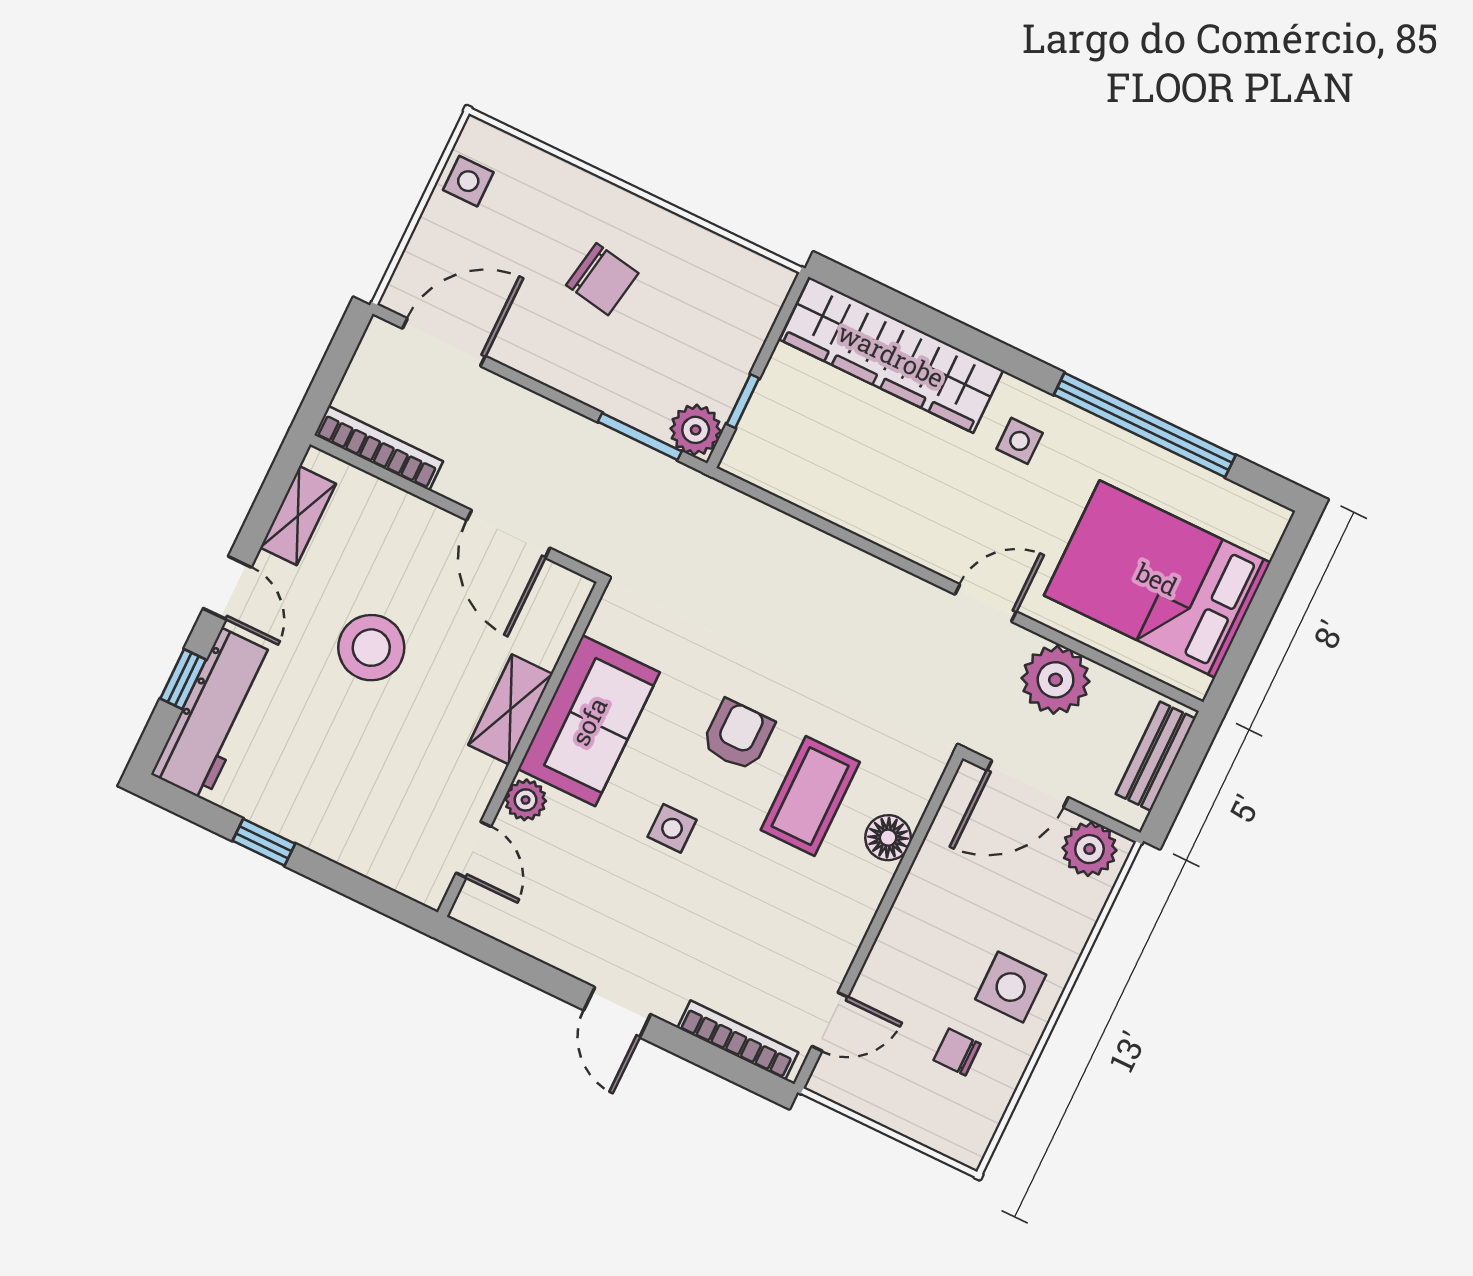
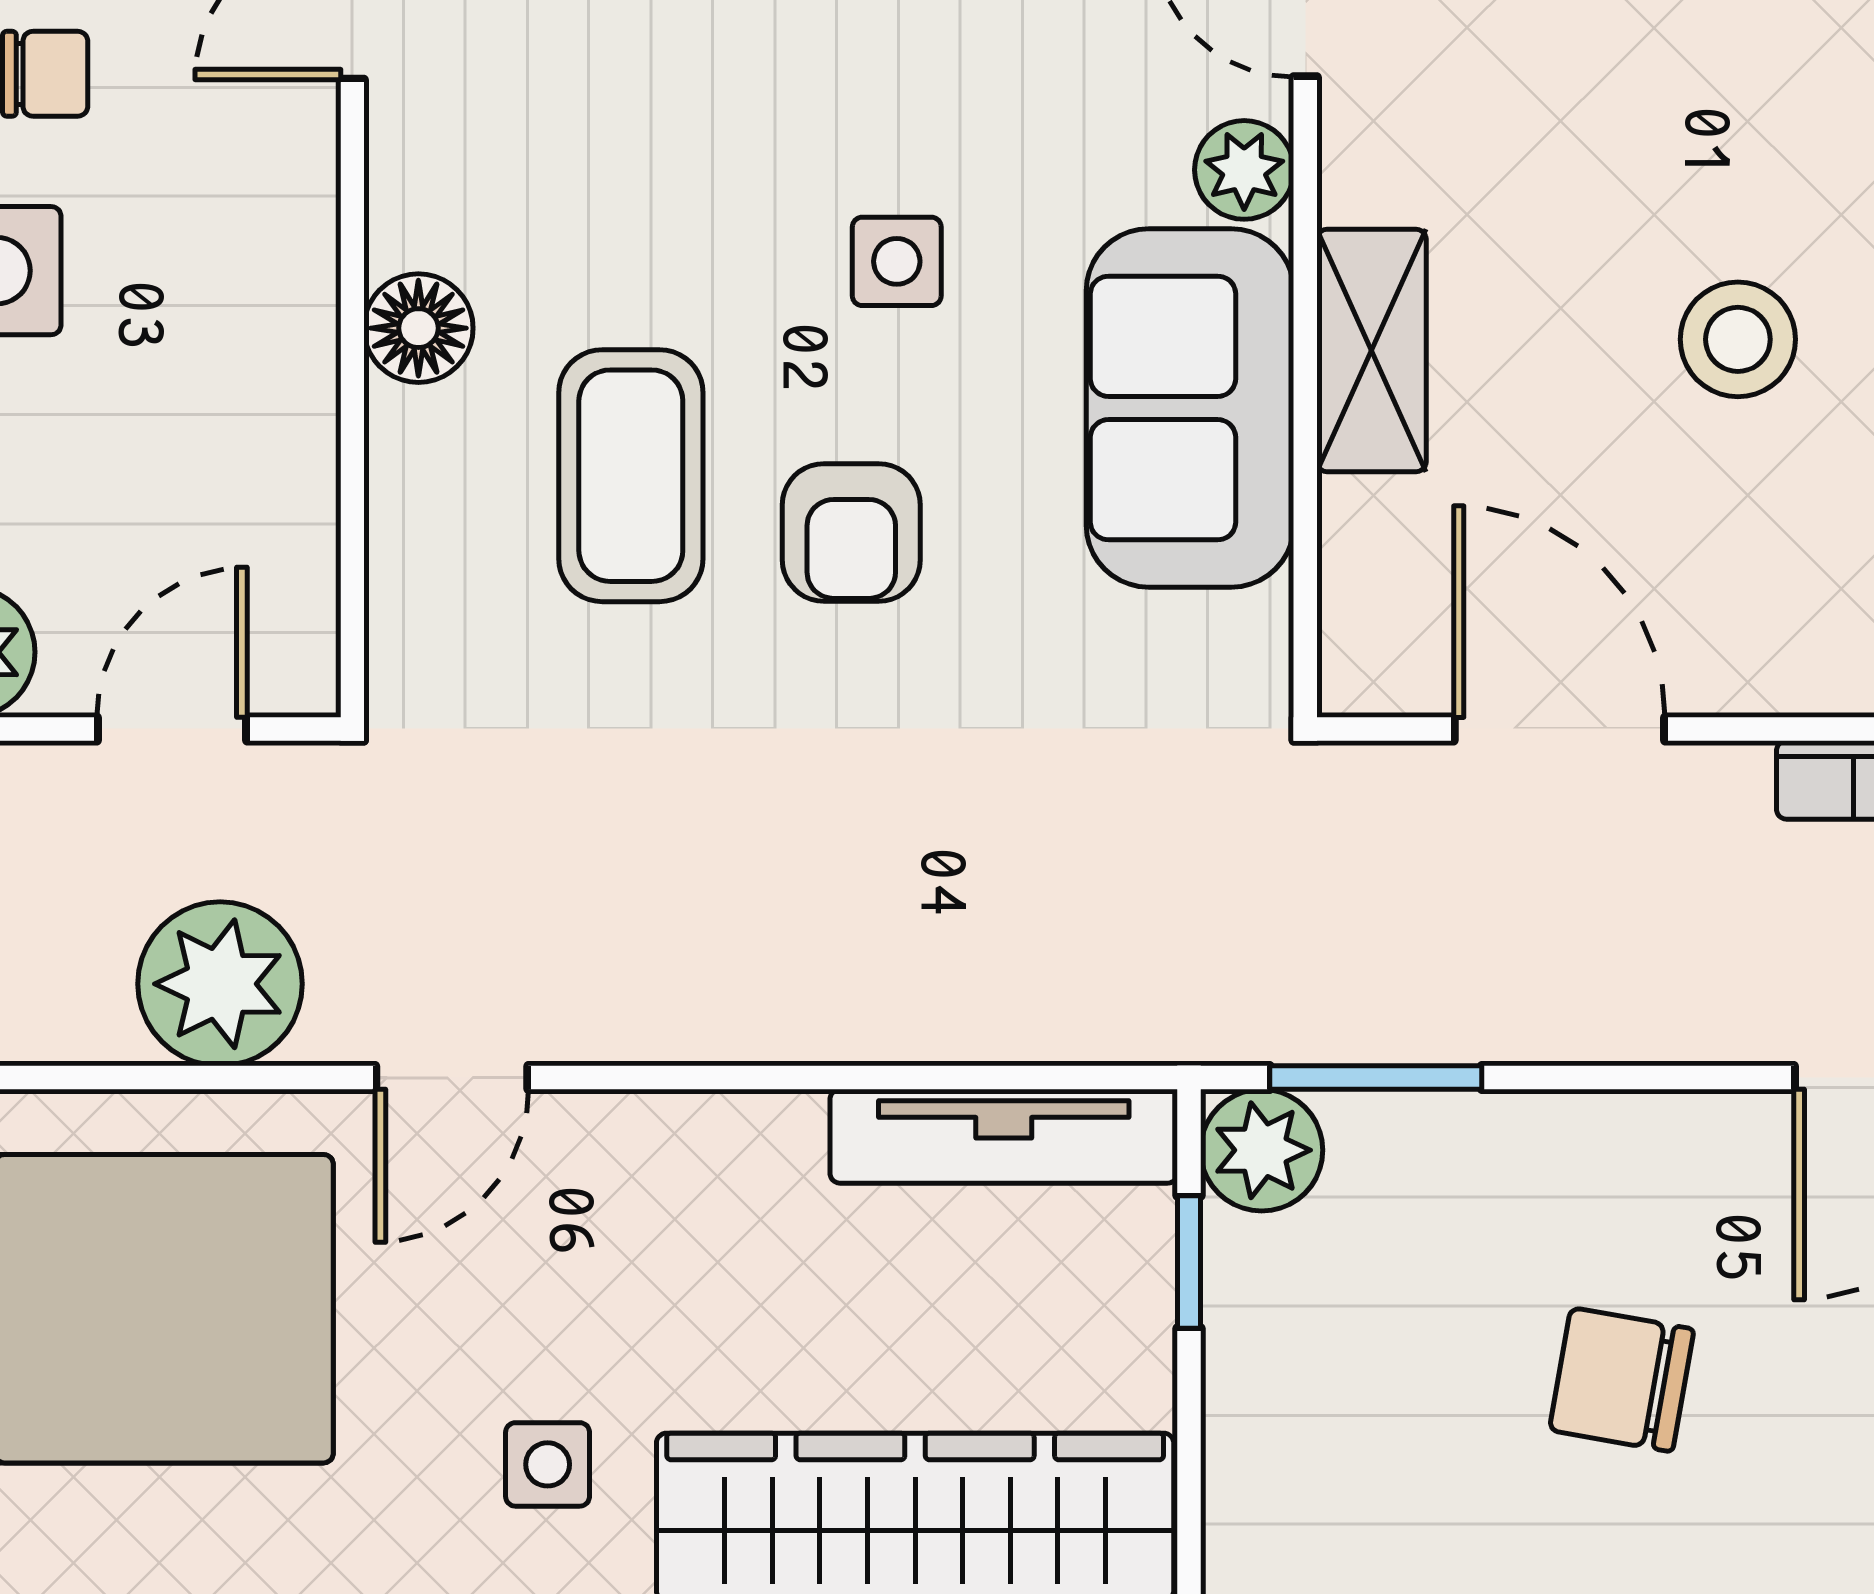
tv unit: (790, 482) -> (1004, 1136), added
stool: (371, 648) -> (1738, 339), width x0.73, depth x0.73
door: (1028, 784) -> (172, 729), width x0.73
floor lamp: (888, 838) -> (418, 328), moved

